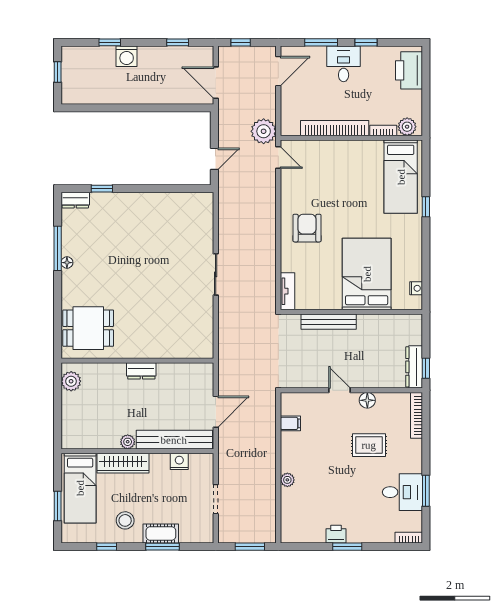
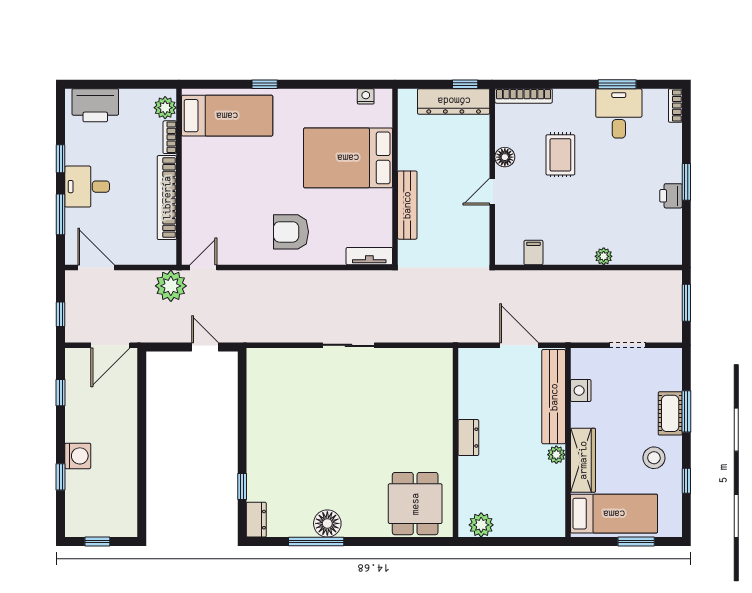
floor lamp: (67, 263) -> (327, 523), width x1.89, depth x1.89
dresser: (414, 367) -> (454, 101), width x1.37, depth x1.24

